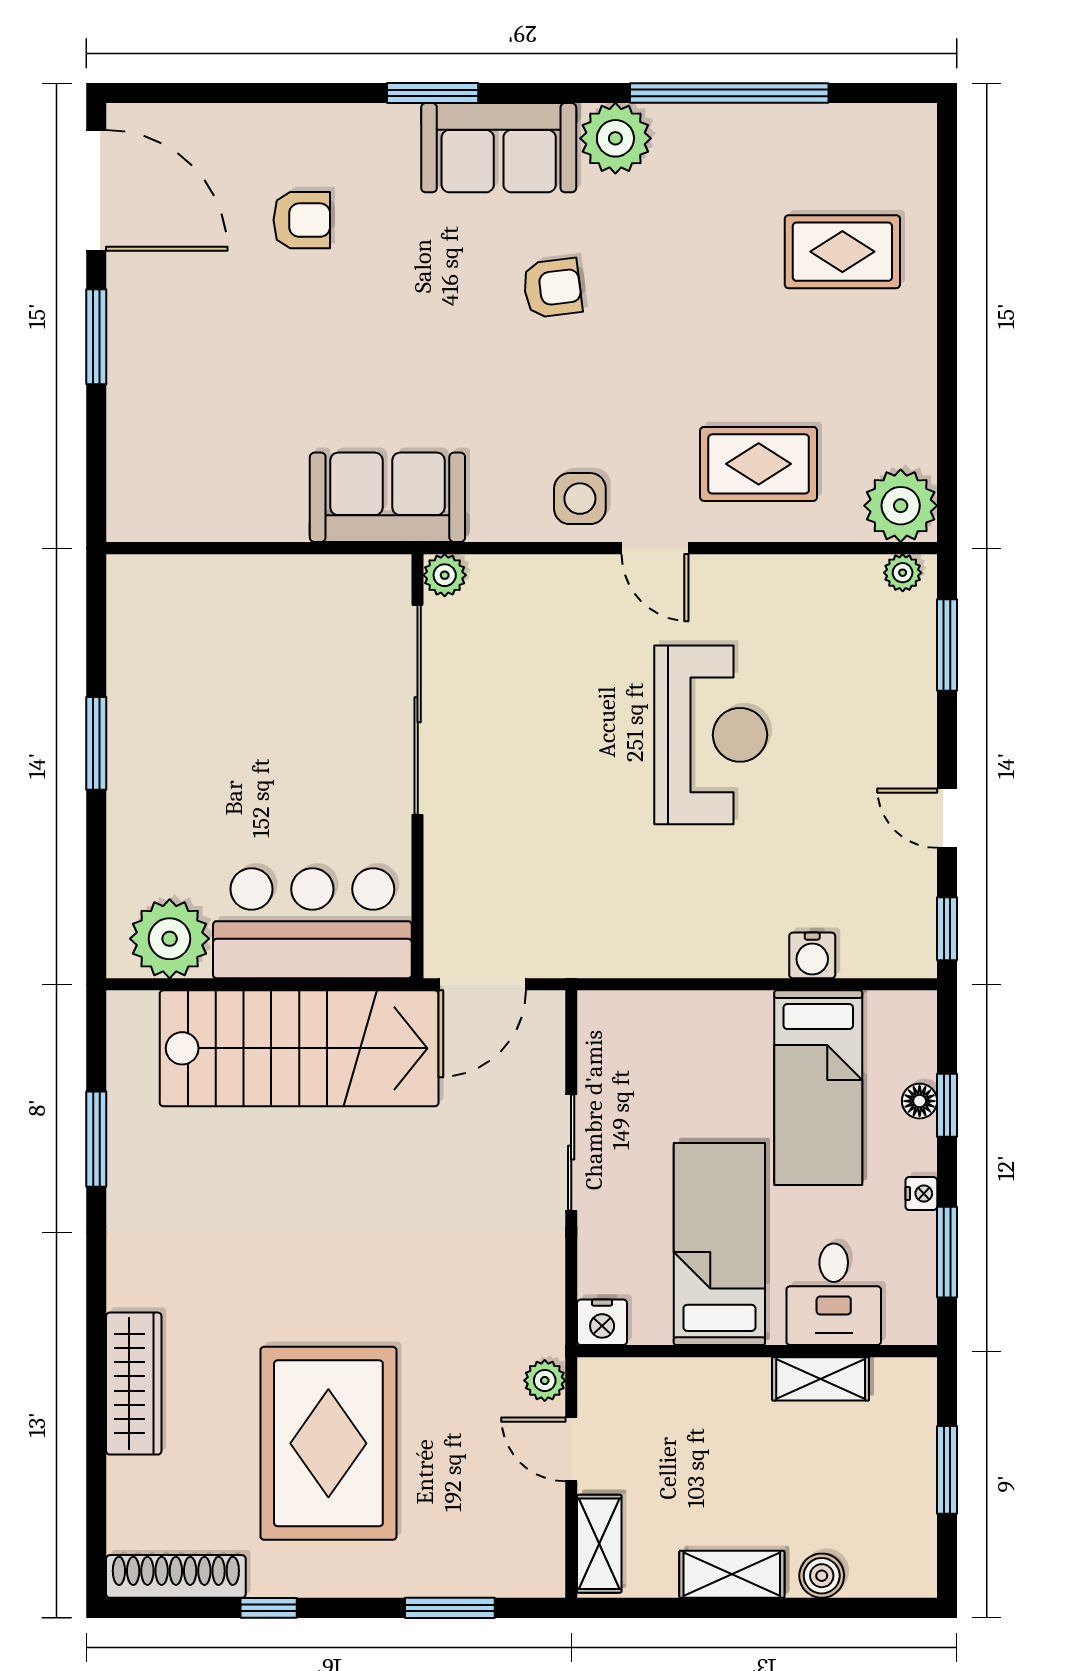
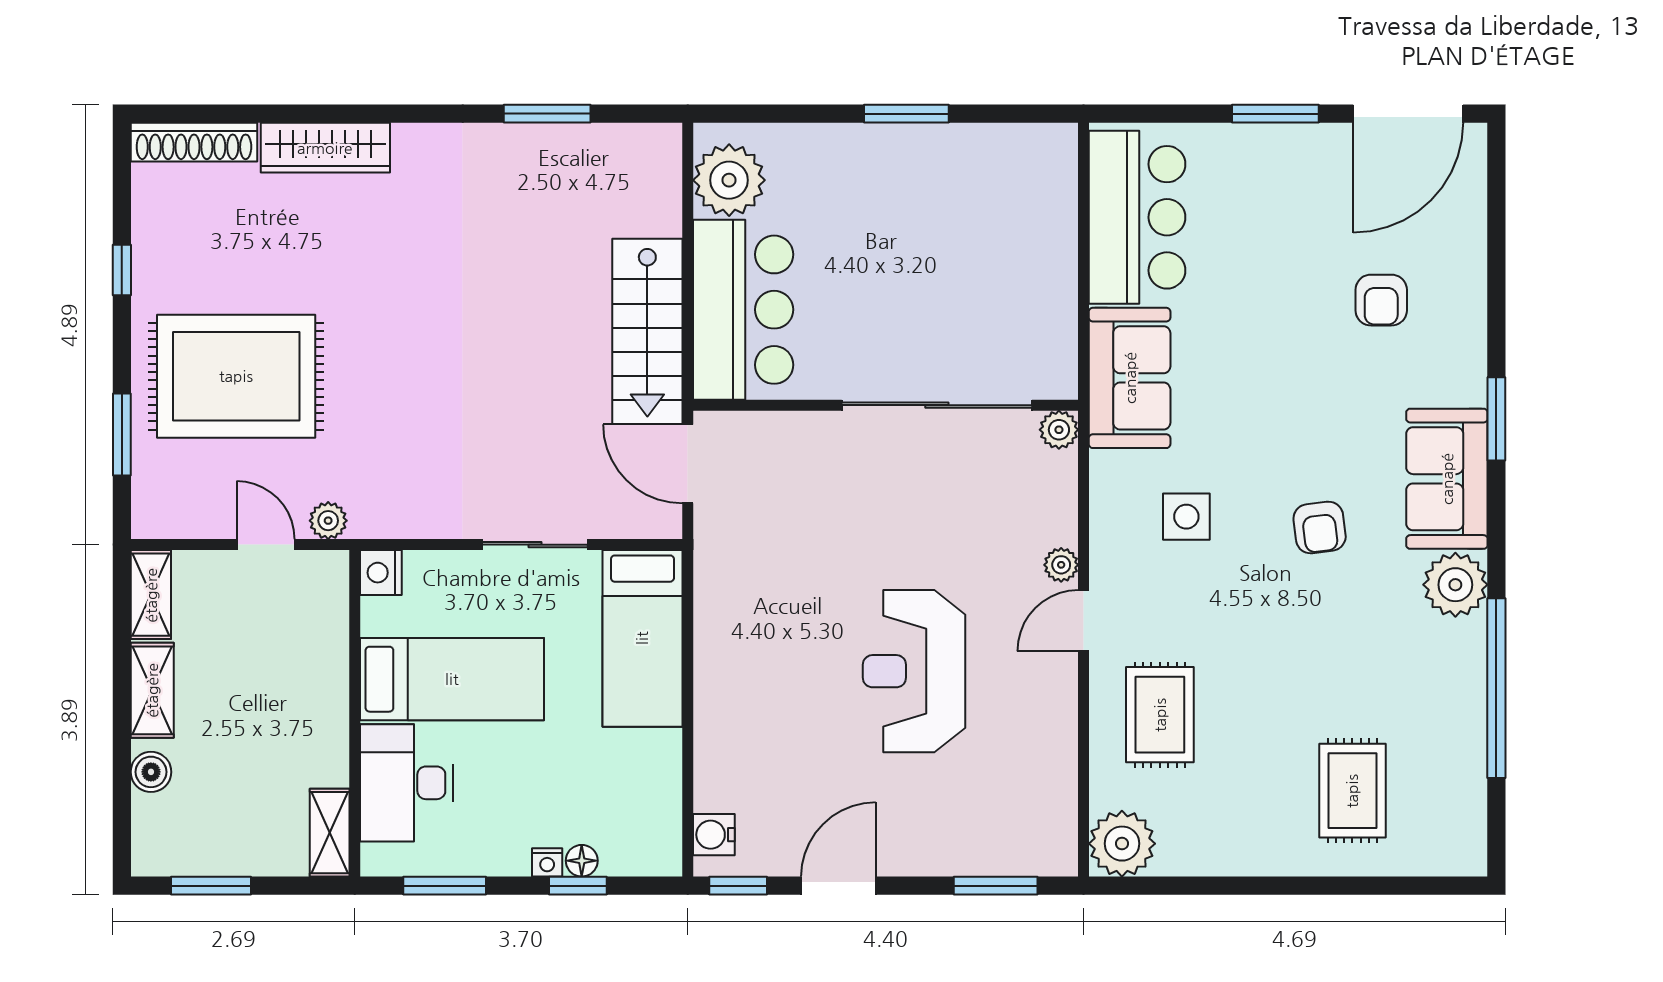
bar counter: (210, 489) -> (1137, 217), added
side table: (580, 499) -> (1186, 517), moved
plant: (903, 573) -> (1061, 565), moved
reception desk: (711, 735) -> (914, 671), turned 90
door: (947, 818) -> (838, 886), width x1.38
water cooler: (812, 955) -> (714, 835), moved
stairs: (299, 1048) -> (647, 331), width x0.73, depth x0.66
bed: (818, 1088) -> (642, 638), moved, turned -90
nightstand: (921, 1194) -> (547, 862), moved
desk: (834, 1294) -> (406, 783), width x1.37
shelving: (821, 1379) -> (330, 833), moved
rug: (328, 1443) -> (236, 376), moved
door: (571, 1449) -> (266, 545), hinge flipped
window: (947, 1470) -> (211, 886), moved
shelving: (599, 1544) -> (151, 595), moved, turned 90
shoe rack: (176, 1576) -> (194, 142), moved, turned 90

